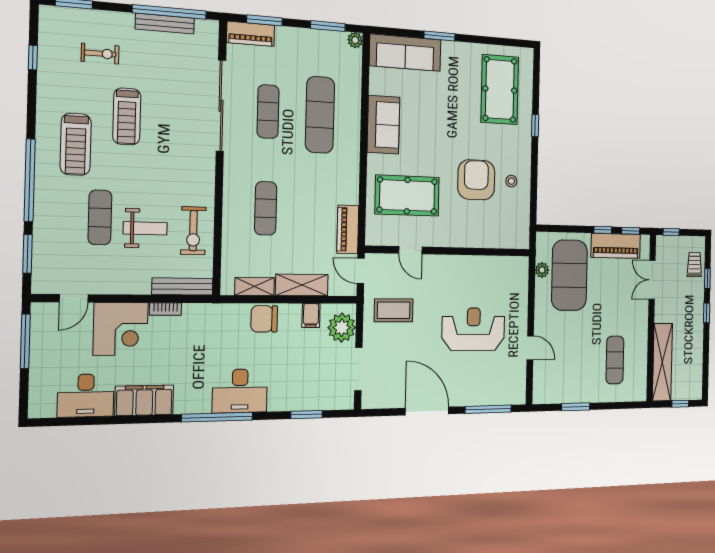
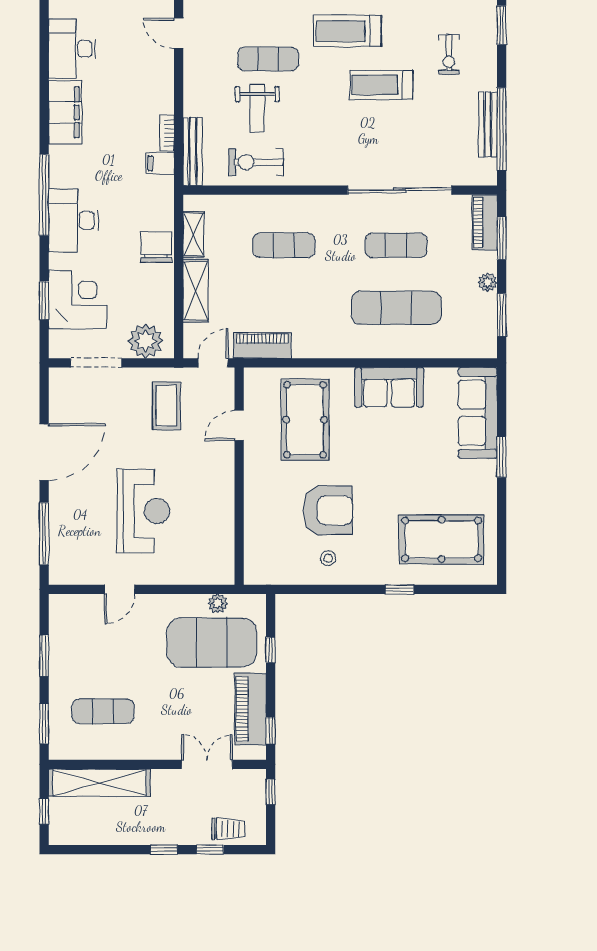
plant: (355, 40) -> (488, 282), moved
window: (603, 230) -> (271, 650), moved
filing cabinet: (311, 316) -> (160, 163), moved
corner desk: (121, 329) -> (78, 300), moved, turned 180
window: (622, 405) -> (44, 724), added

